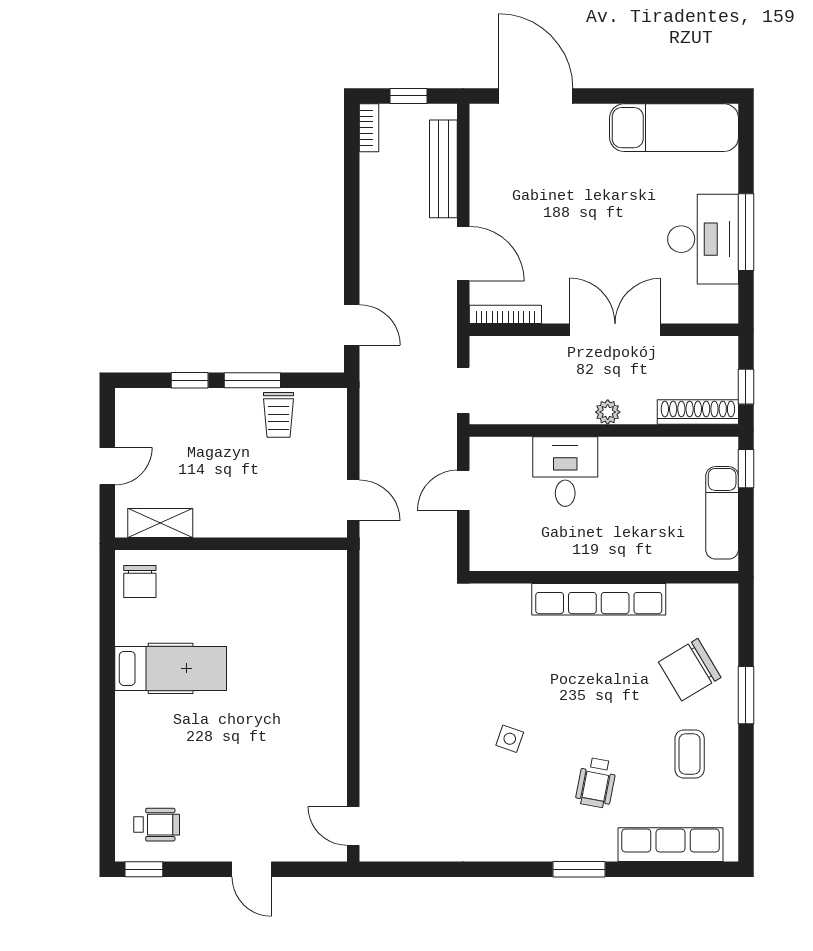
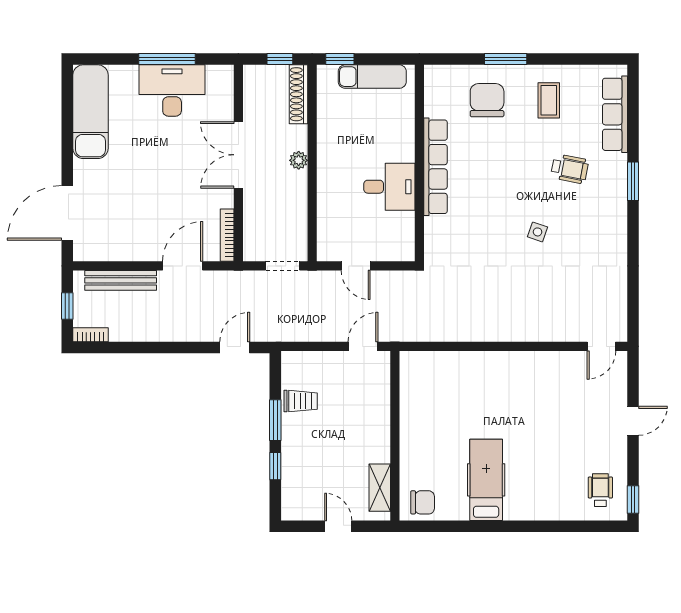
desk: (565, 472) -> (389, 187), moved, turned 180
chair: (690, 670) -> (487, 100), turned -149
coffee table: (690, 754) -> (549, 100), turned 90

